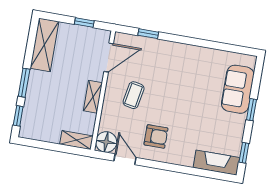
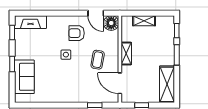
door: (109, 58) -> (120, 83), hinge flipped
side table: (176, 110) -> (66, 55), added
shelving: (76, 140) -> (144, 21), moved

